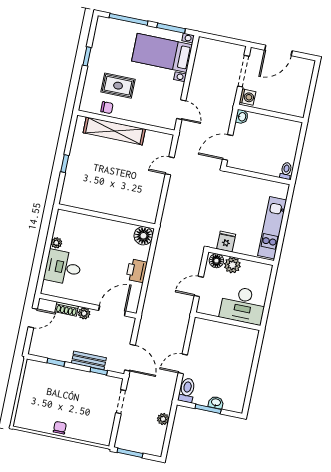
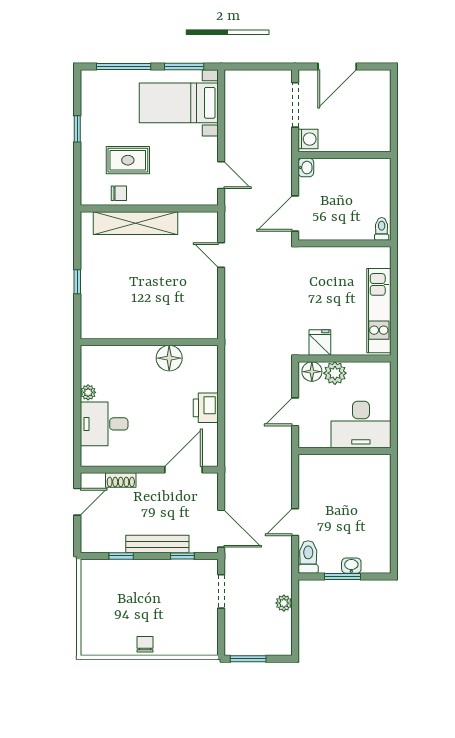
door: (170, 166) -> (221, 255), hinge flipped
floor lamp: (143, 236) -> (169, 358), moved
plant: (84, 313) -> (146, 481), removed
bench: (89, 360) -> (157, 544), width x1.36

